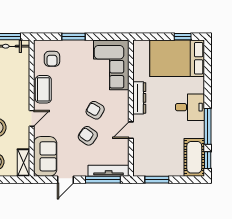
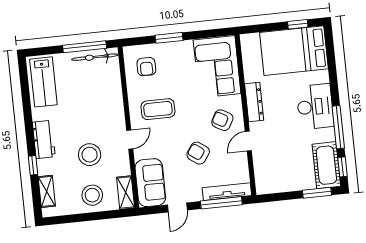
coffee table: (43, 89) -> (158, 109), moved, turned 90
desk: (190, 107) -> (315, 107), width x1.37
armchair: (95, 110) -> (222, 120), moved
window: (157, 180) -> (317, 193), moved

